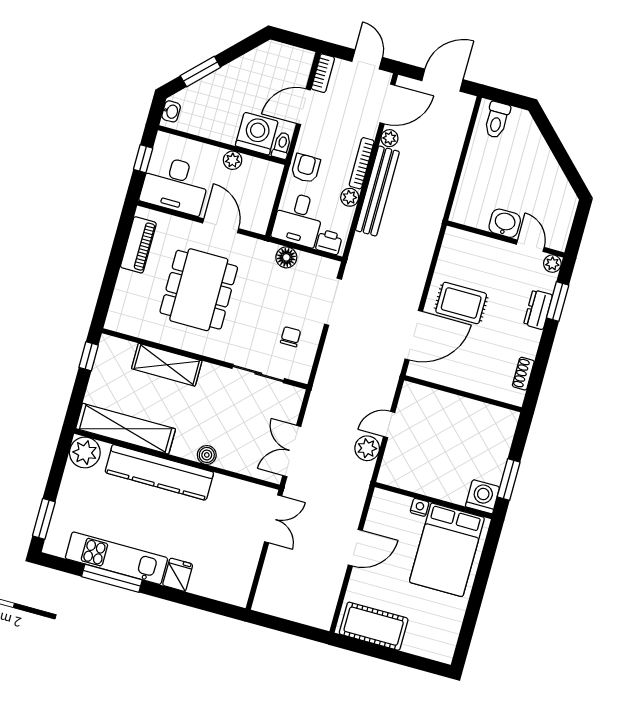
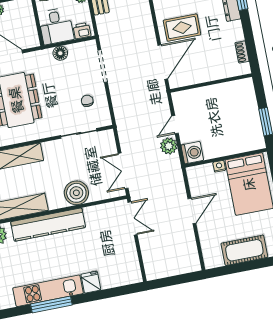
boiler: (207, 455) -> (76, 193), width x1.86, depth x1.86
washing machine: (483, 497) -> (192, 153), moved, turned 90
cot: (374, 626) -> (244, 250), moved

